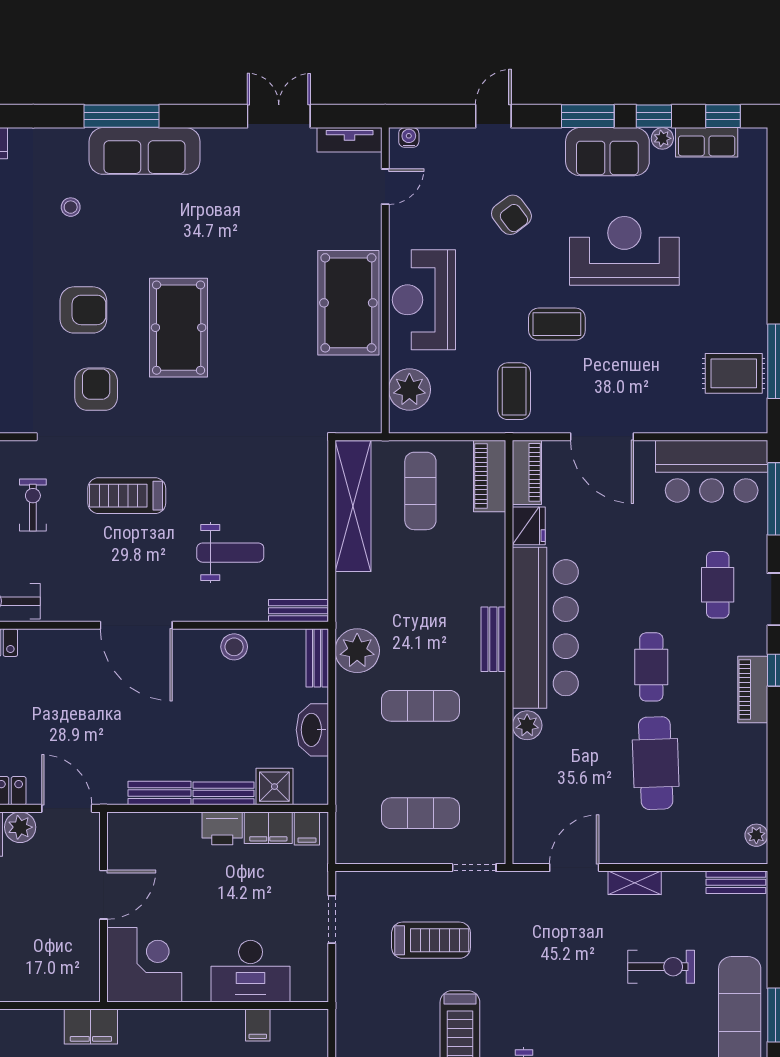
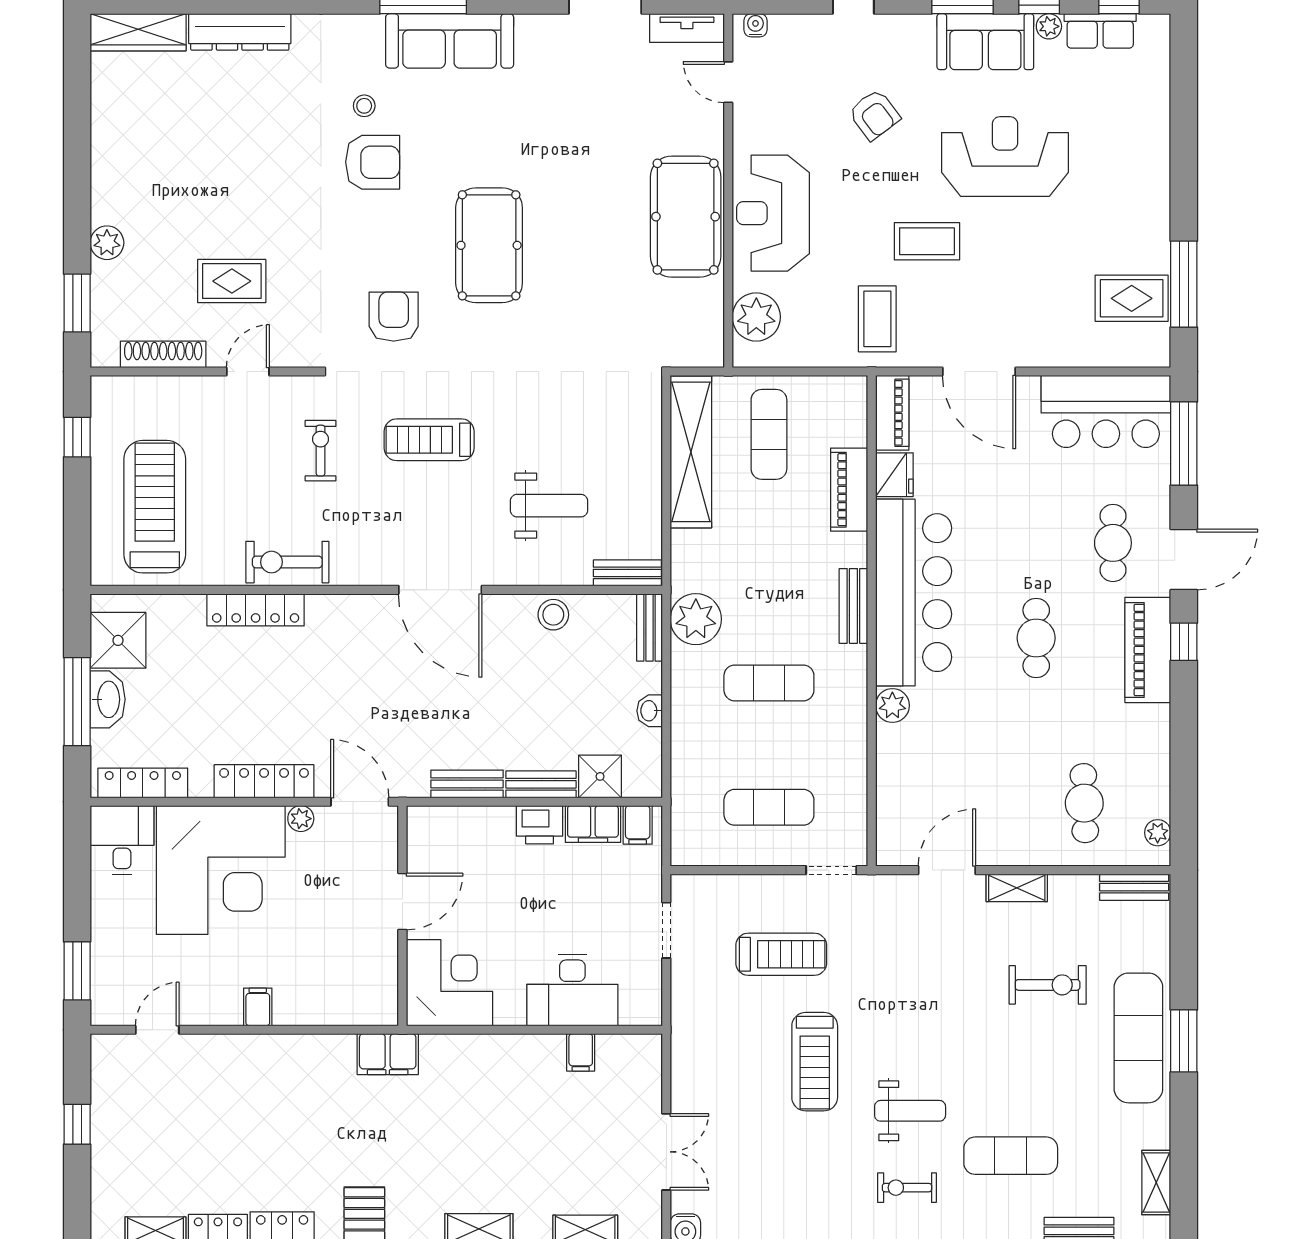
door: (385, 187) -> (728, 82), swing flipped
armchair: (83, 310) -> (373, 162), moved
piano: (490, 476) -> (849, 490), moved
piano: (753, 689) -> (1148, 650), width x1.37, depth x1.33
washbasin: (312, 730) -> (650, 711), width x0.52, depth x0.69
cafe table: (656, 763) -> (1084, 803), moved, width x0.73, depth x0.74
plant: (20, 827) -> (301, 819), width x0.73, depth x0.73

